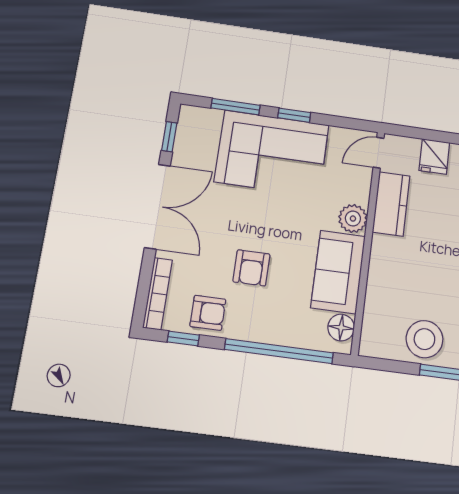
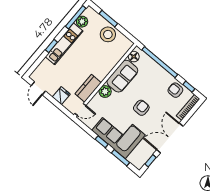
armchair: (251, 268) -> (141, 108), moved

